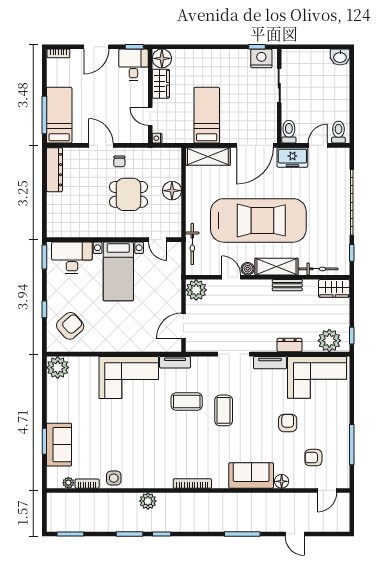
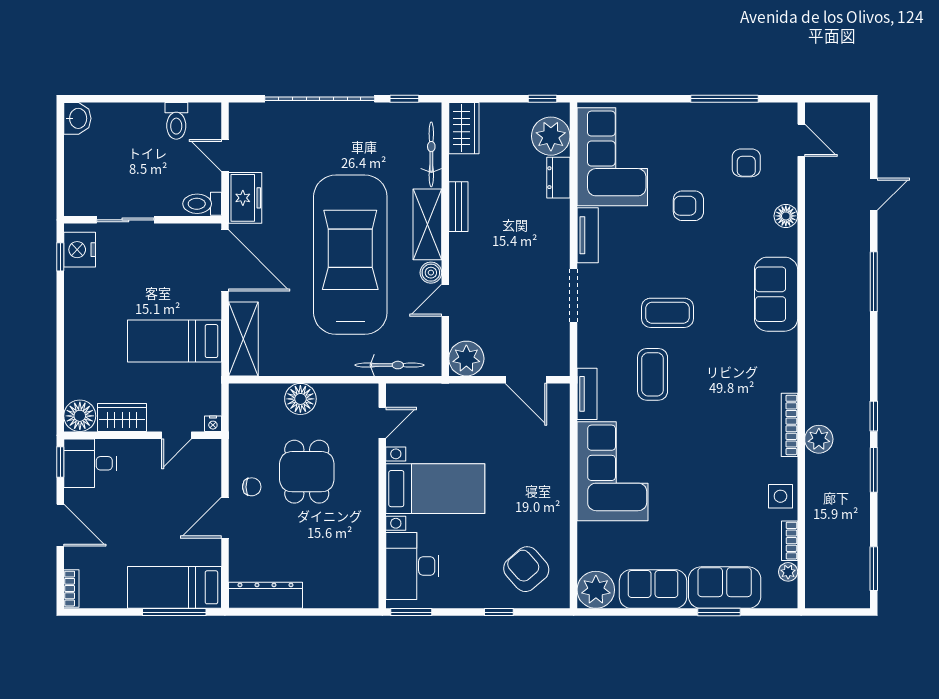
toilet: (338, 132) -> (176, 121), moved, turned -90
dresser: (290, 345) -> (558, 178), moved
sofa: (58, 402) -> (653, 589), added
sofa: (251, 475) -> (776, 294), moved
bookcase: (192, 483) -> (789, 425), moved

